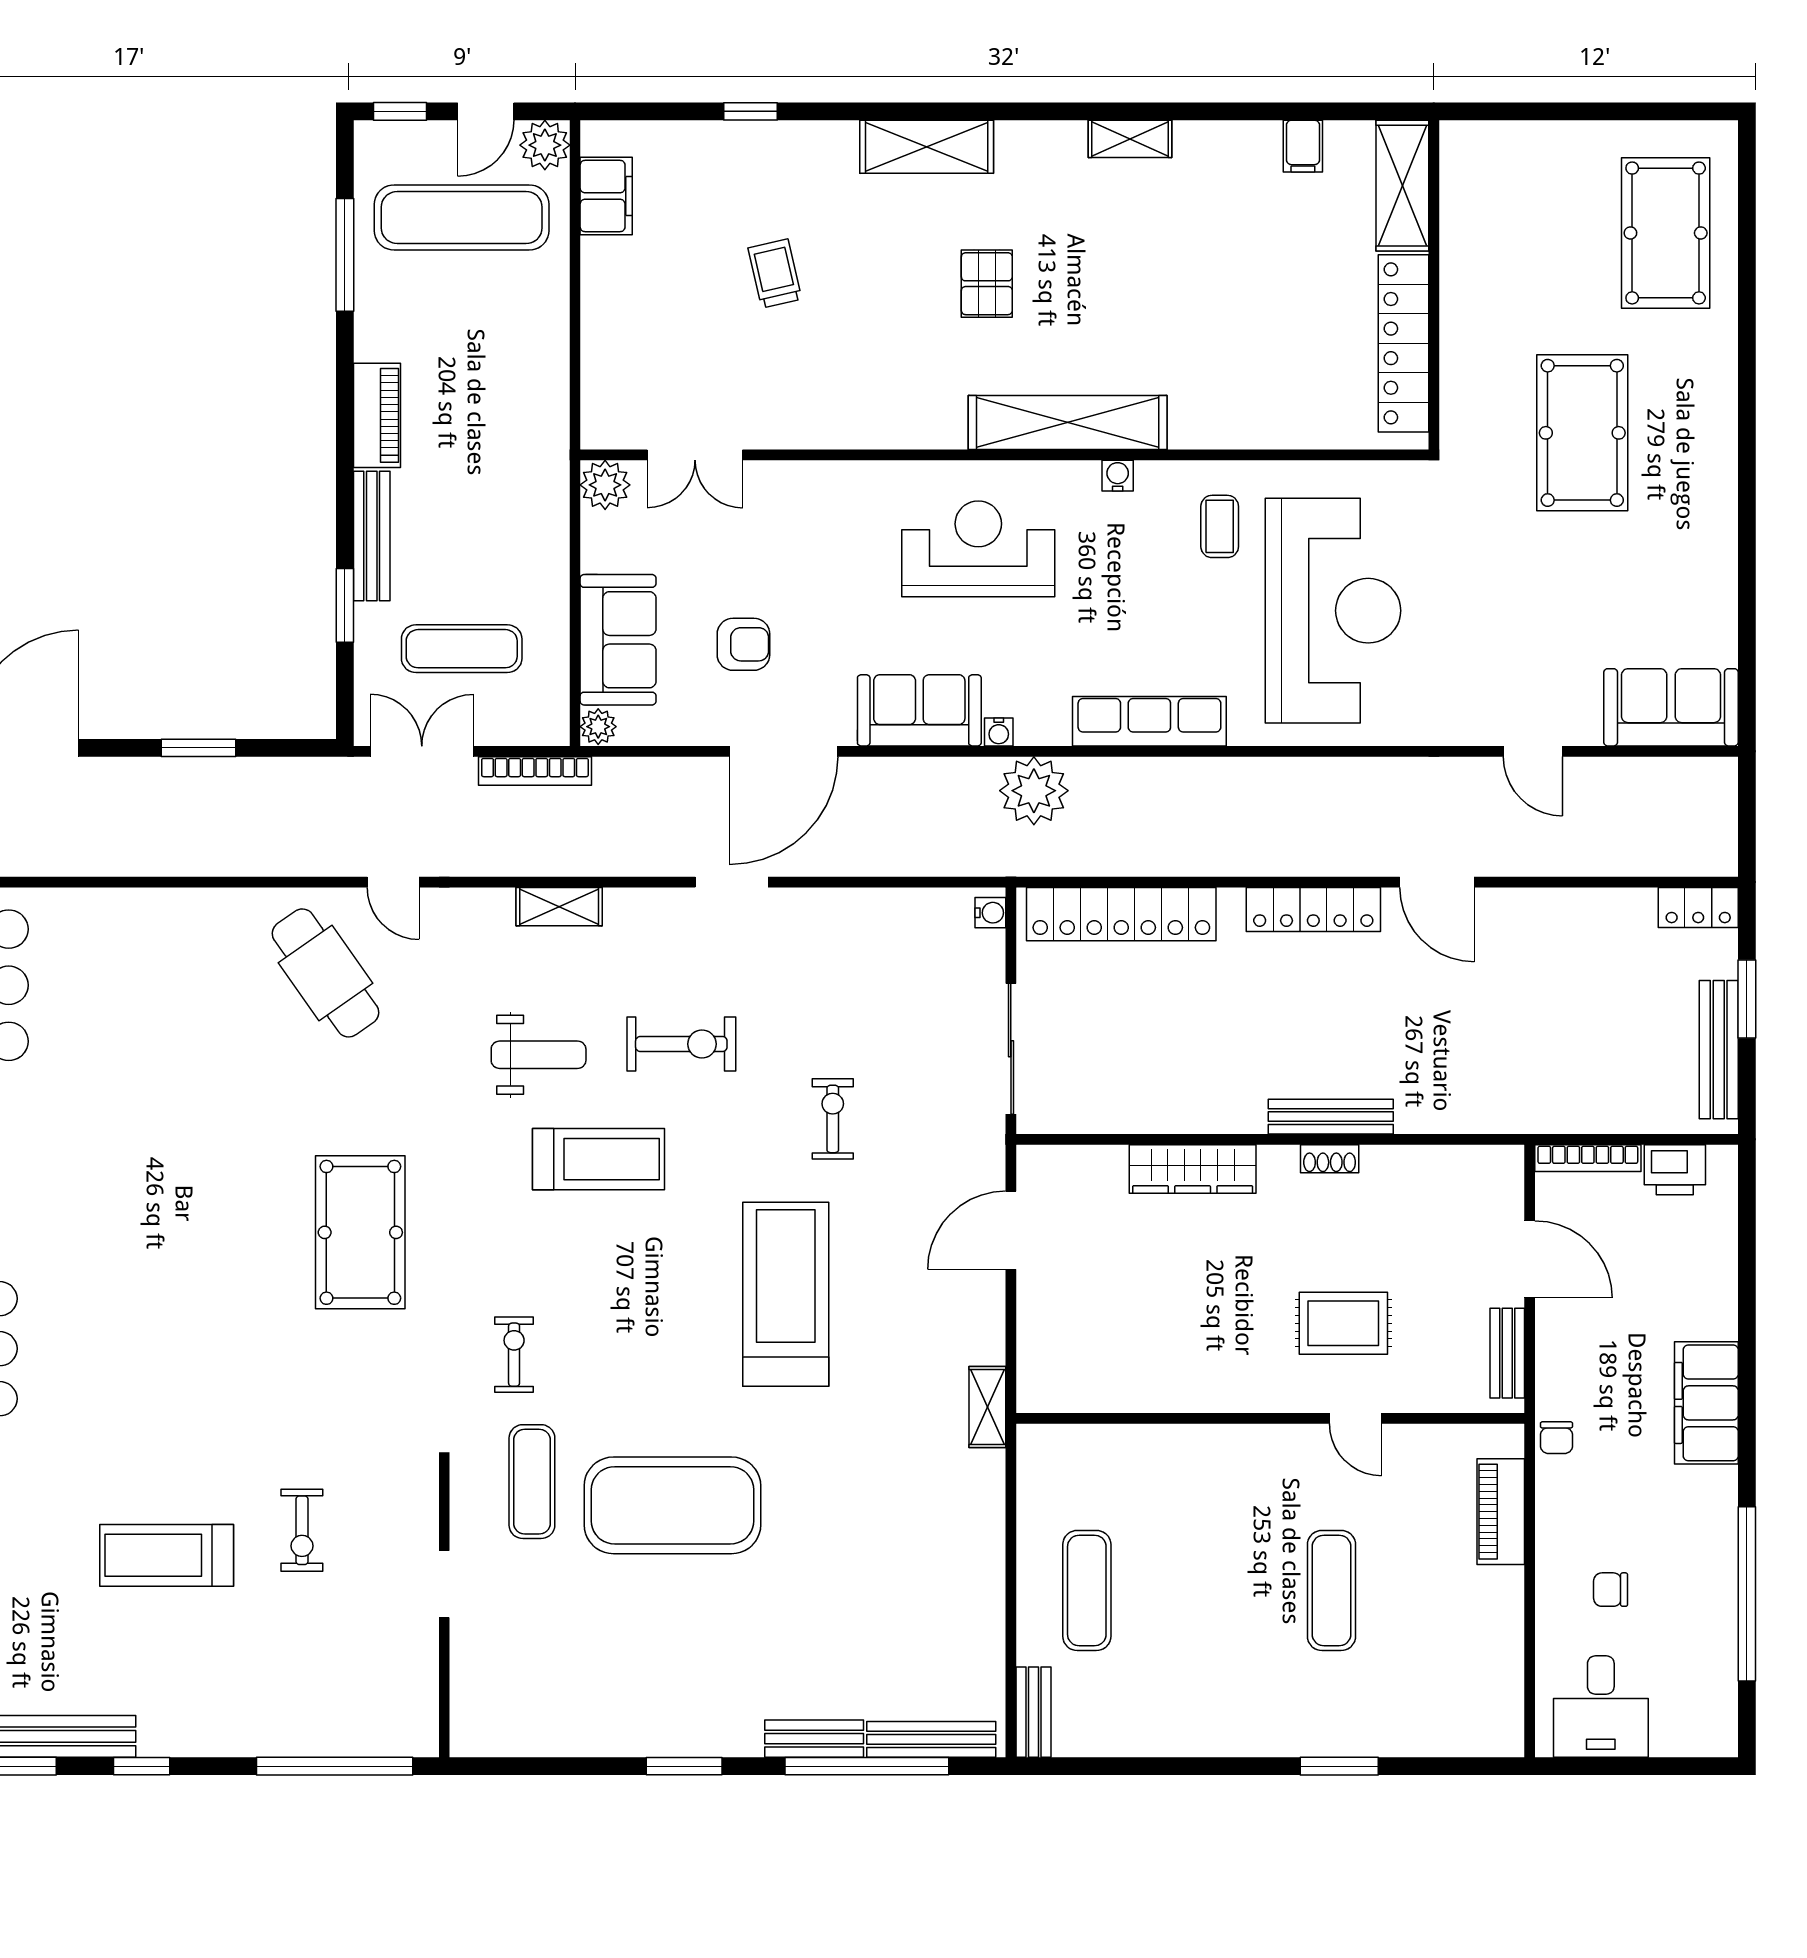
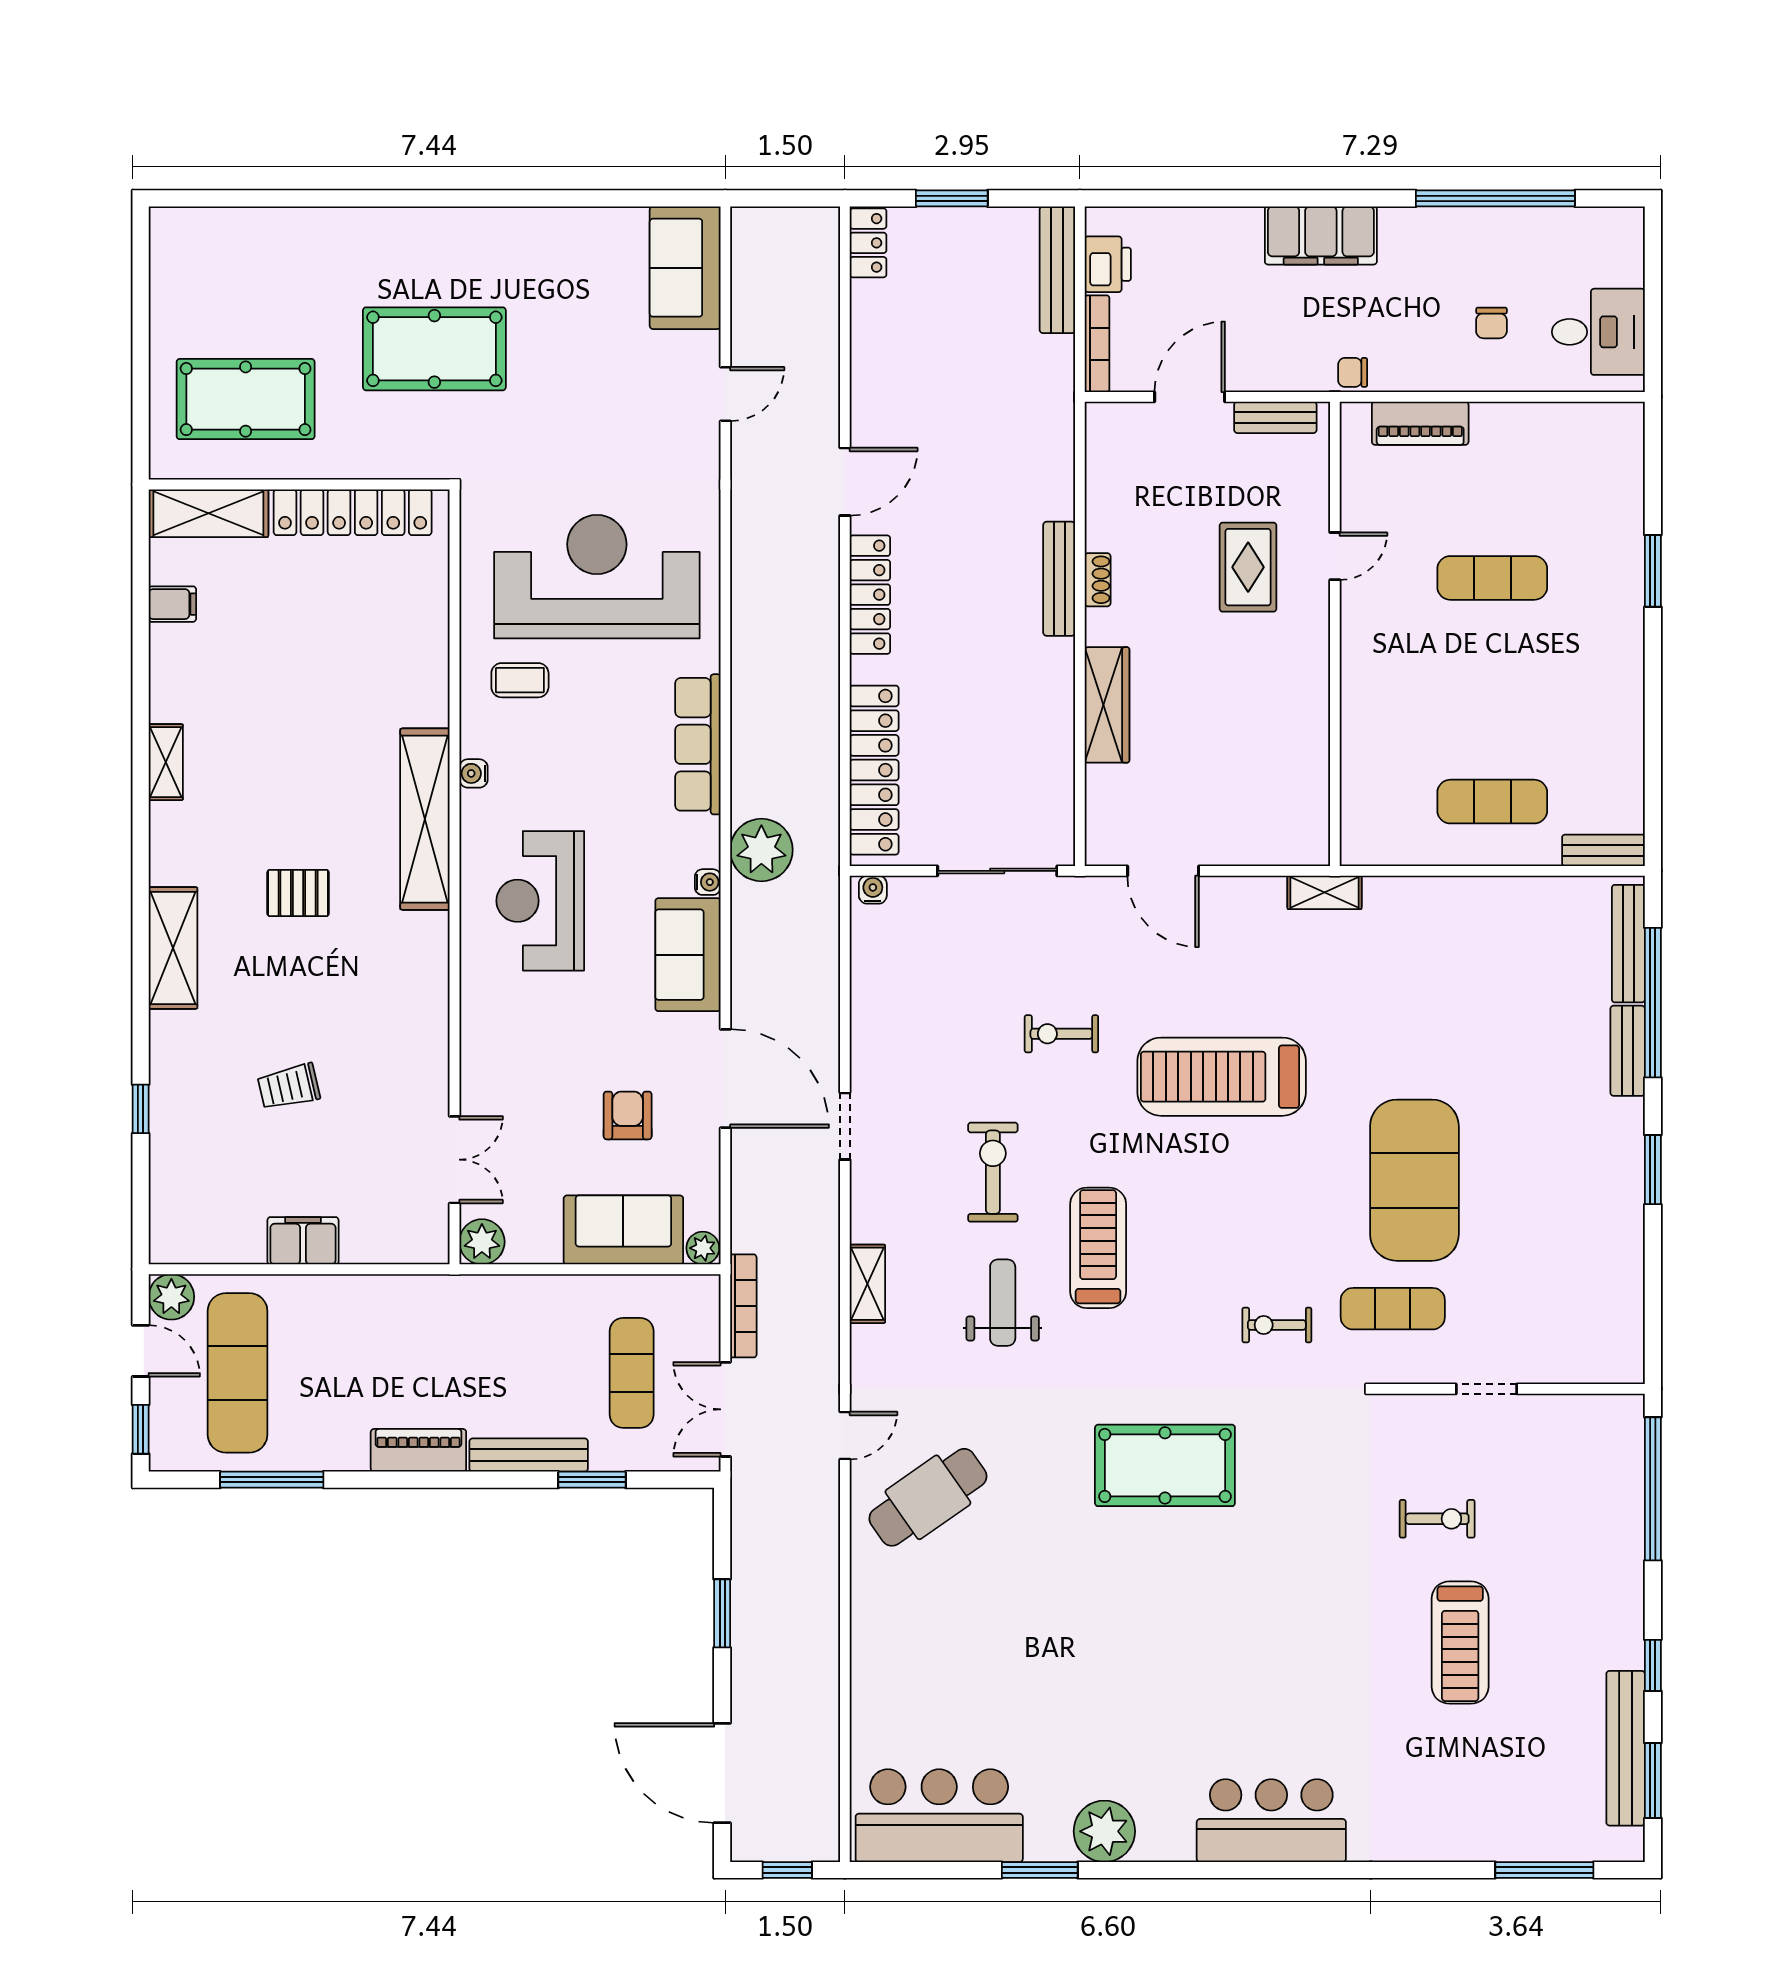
filing cabinet: (606, 196) -> (303, 1241), moved
pool table: (1666, 233) -> (246, 399), moved
bench: (1719, 1050) -> (1057, 270), moved, turned 90
chair: (1556, 1438) -> (1353, 372), turned 180

